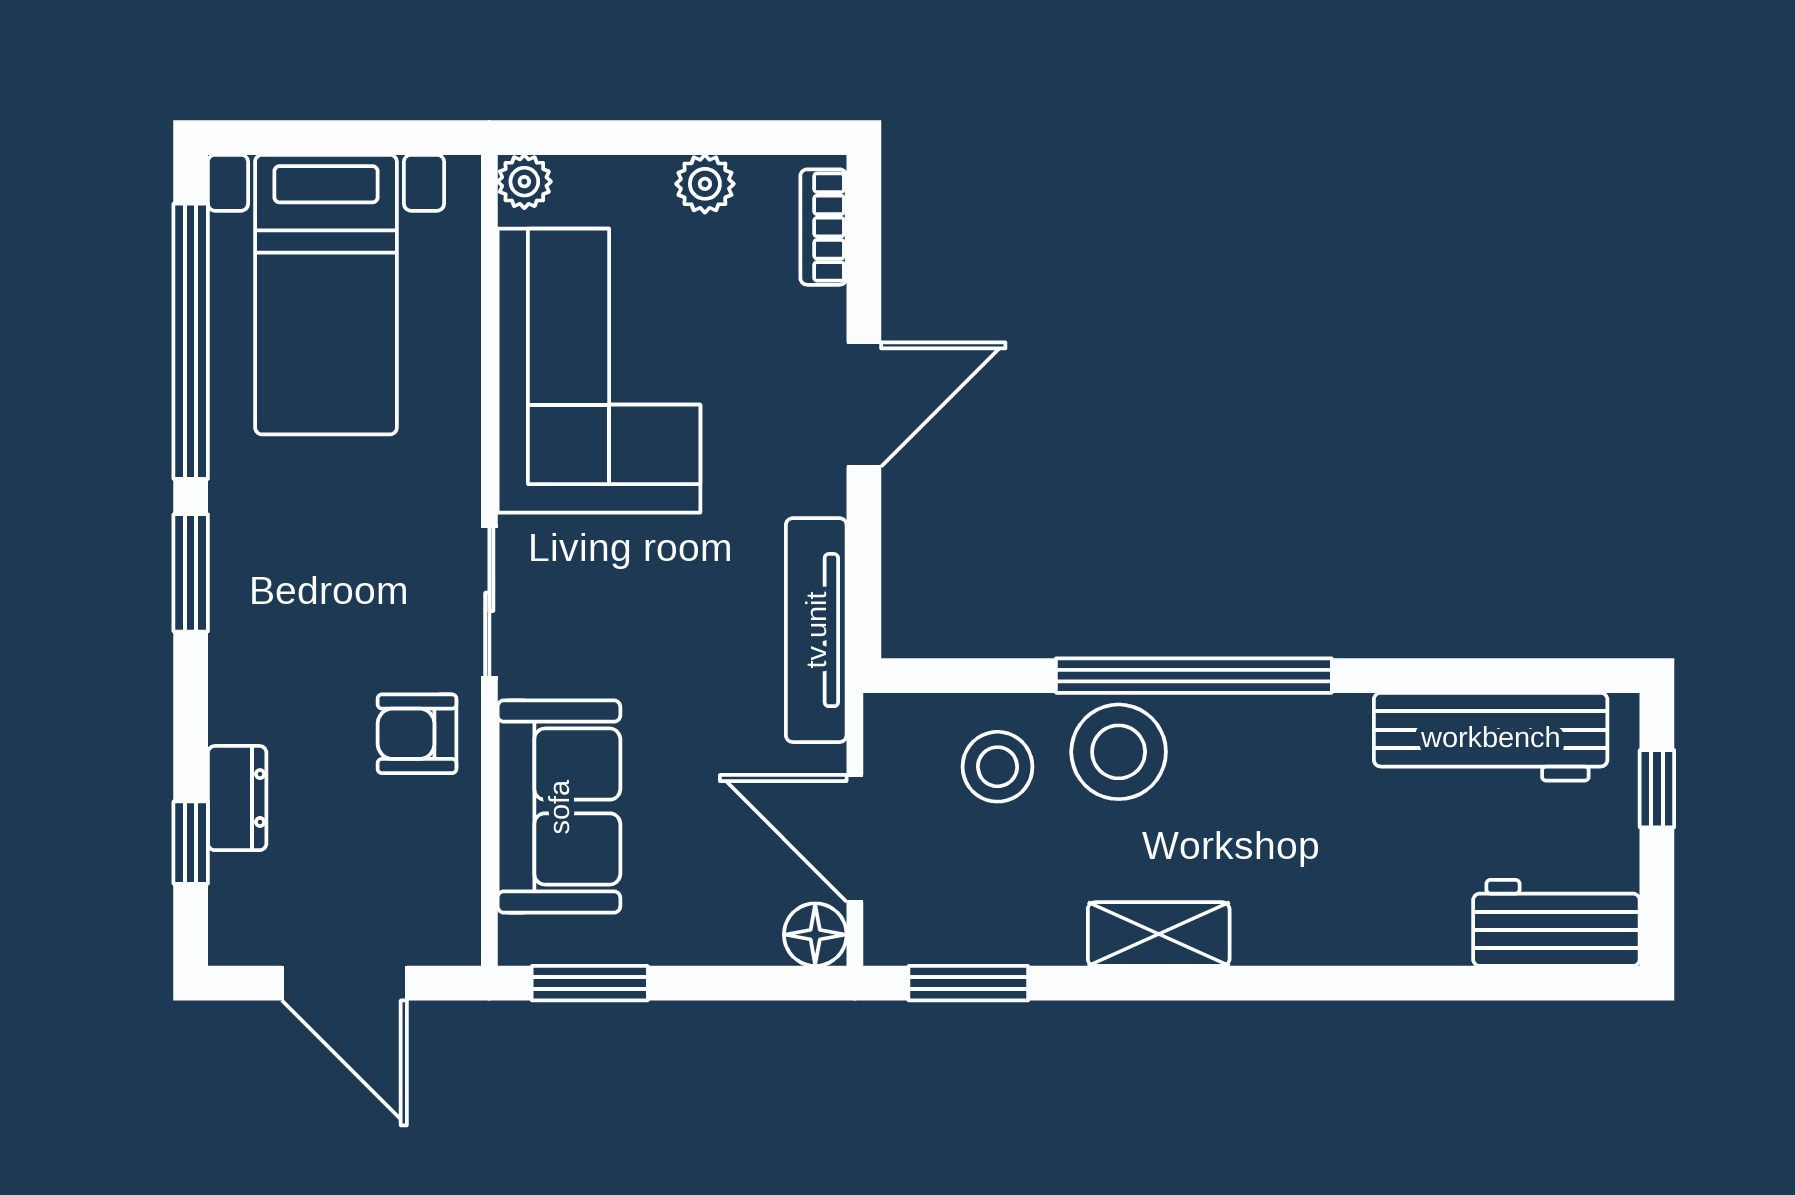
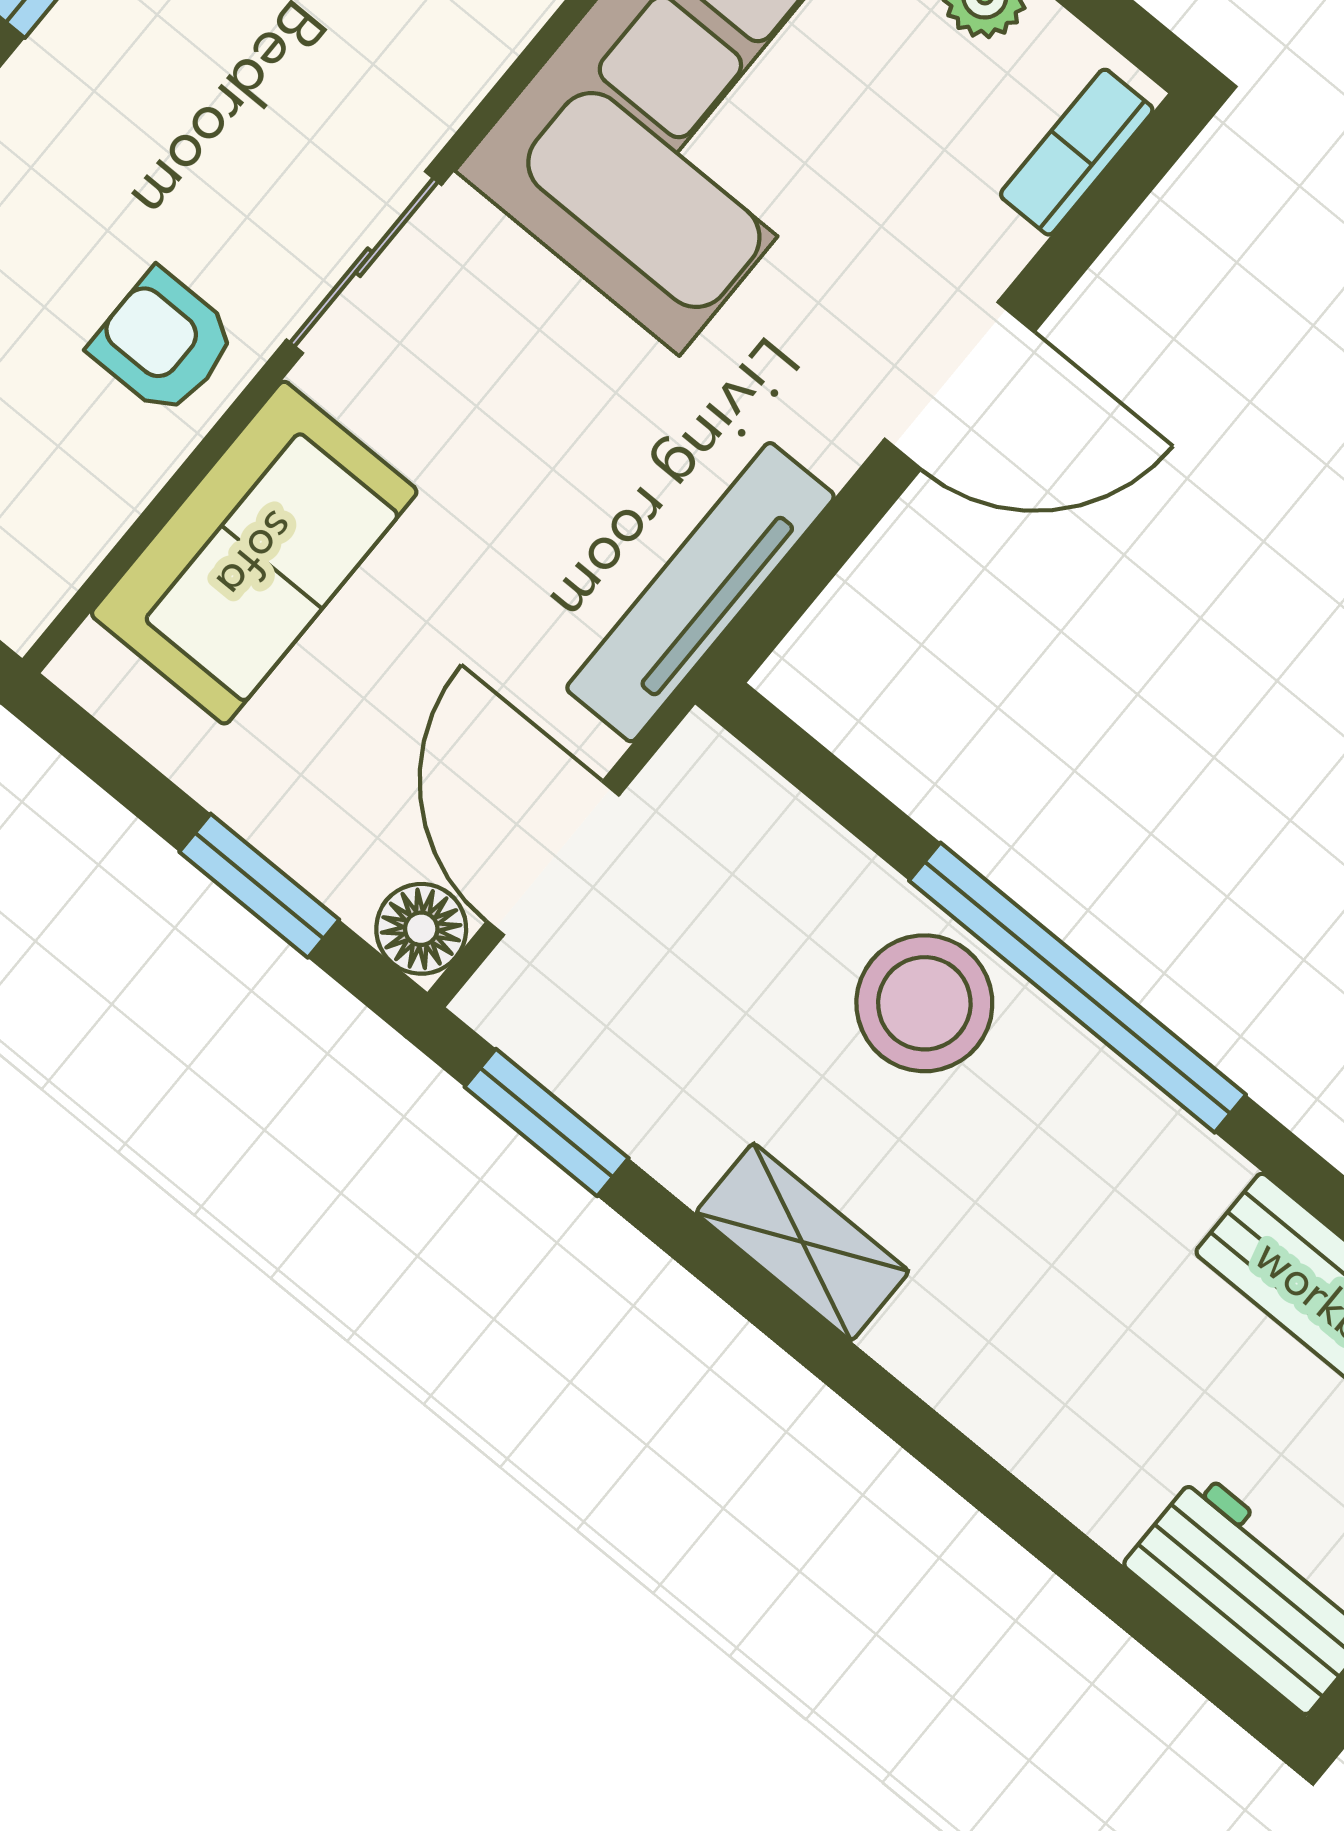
stool: (997, 767) -> (777, 909), removed
window: (590, 983) -> (259, 886), moved

